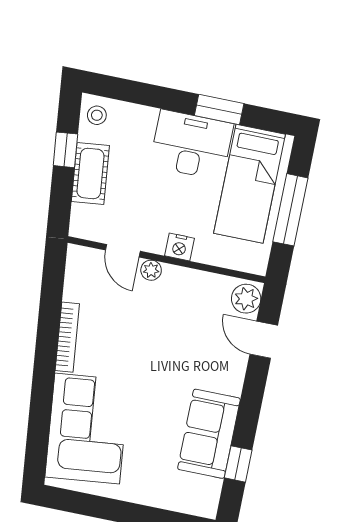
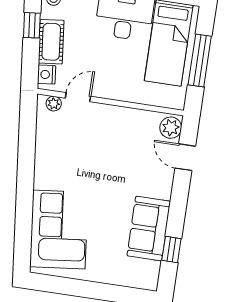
nightstand: (179, 247) -> (47, 75), moved, turned 84
door: (123, 251) -> (78, 97), swing flipped
plant: (151, 270) -> (54, 104), moved
bookcase: (67, 337) -> (41, 163), removed

